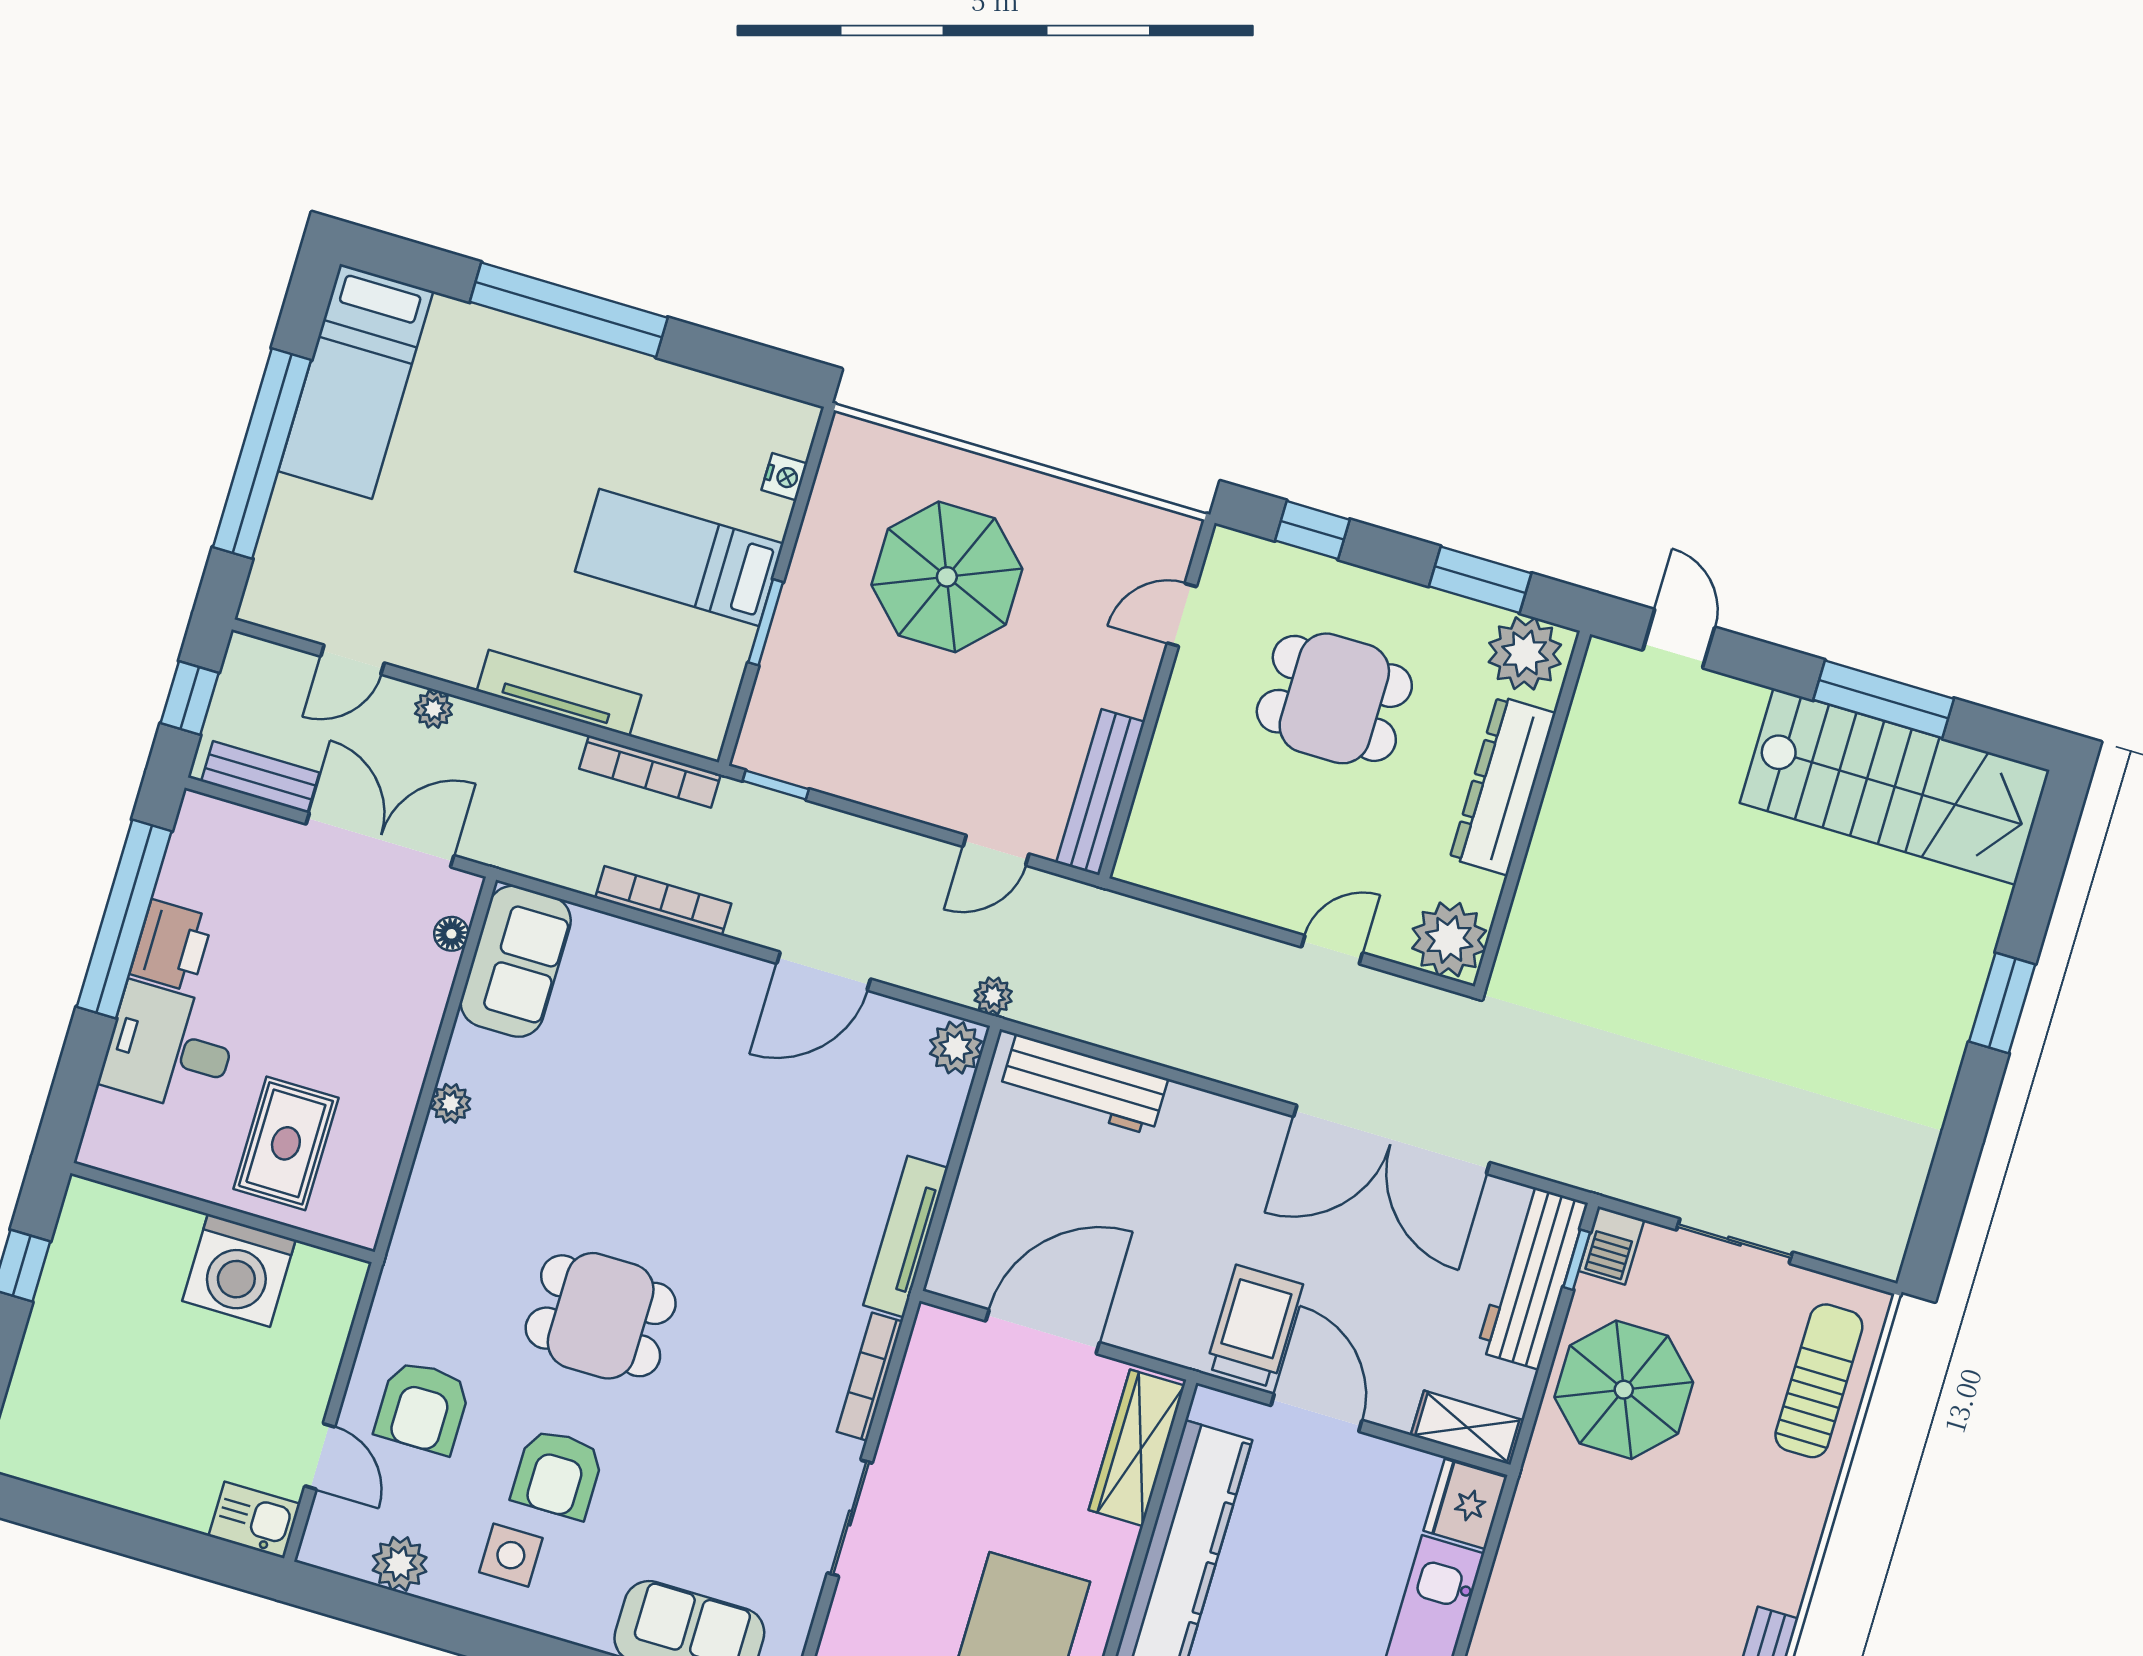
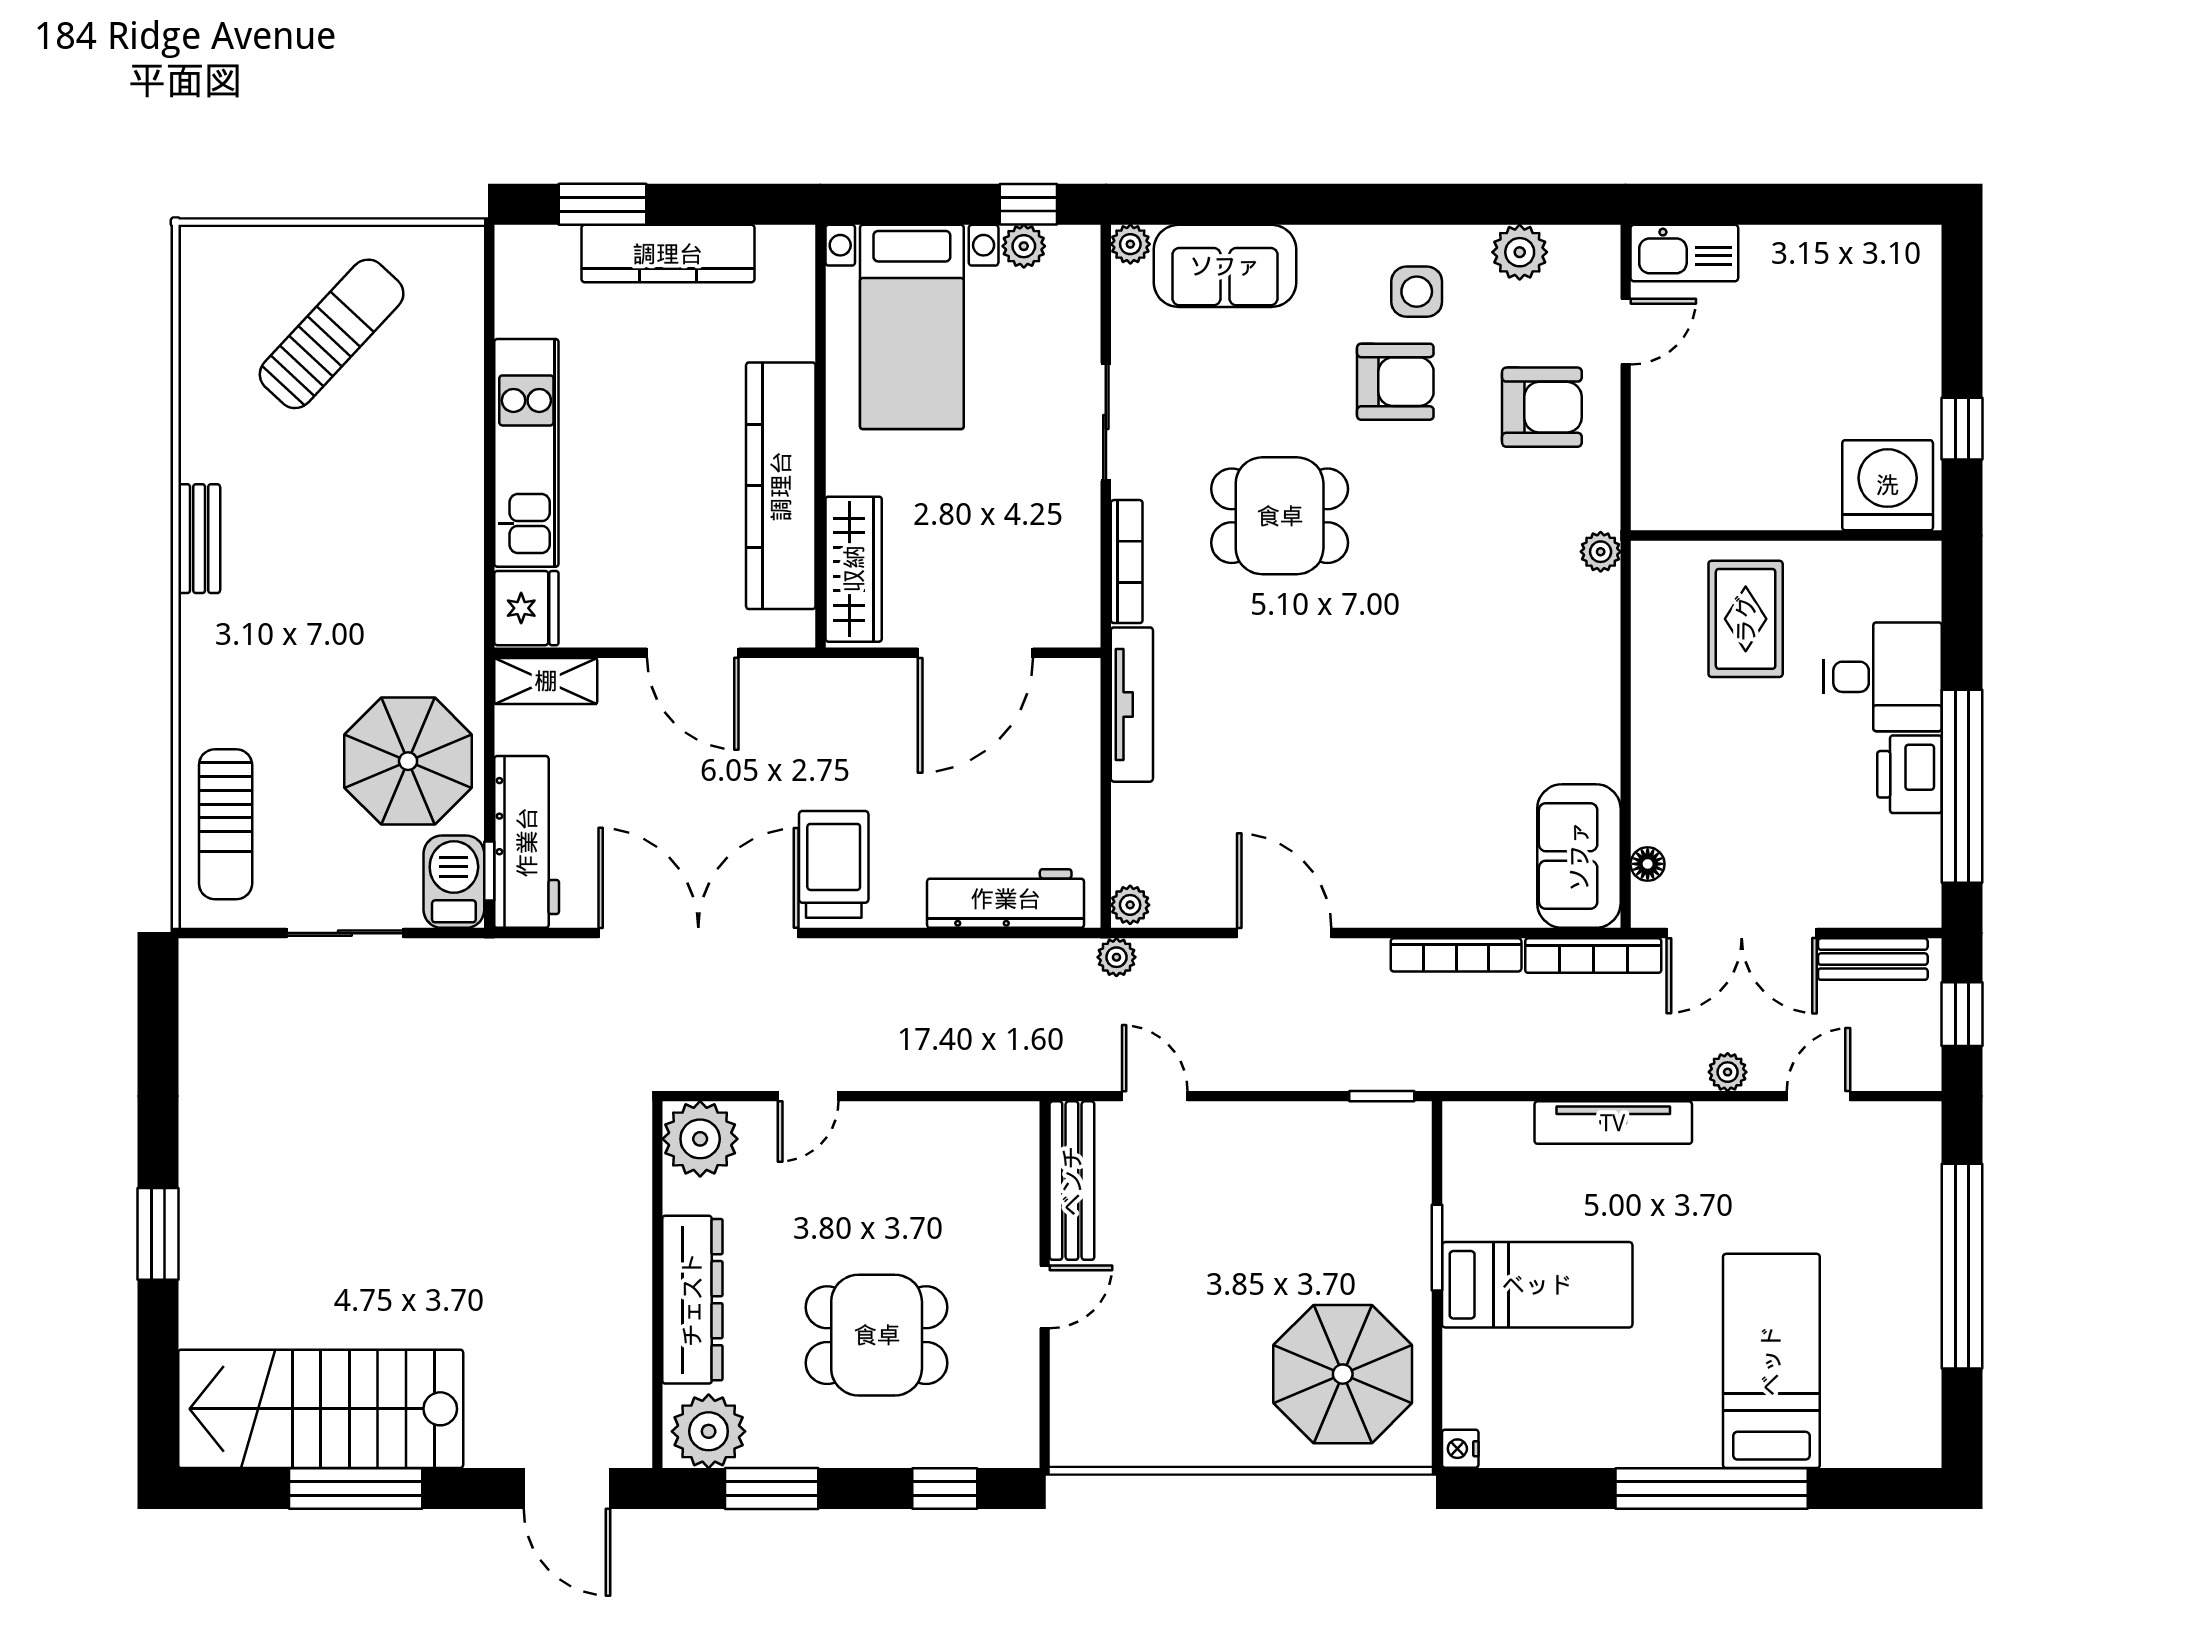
bed: (356, 381) -> (1771, 1361), moved
nightstand: (784, 477) -> (1460, 1449), moved
parasol: (947, 577) -> (1343, 1374), moved
door: (1182, 615) -> (1045, 1297), moved
door: (1679, 639) -> (567, 1489), width x1.38
bookcase: (650, 771) -> (1593, 956), moved, turned 180
door: (996, 850) -> (1155, 1096), hinge flipped
door: (824, 971) -> (1284, 933), hinge flipped
plant: (956, 1048) -> (1130, 905), width x0.73, depth x0.73
plant: (451, 1103) -> (1601, 552), moved
barbecue: (1611, 1245) -> (454, 882), width x1.38, depth x1.27
washing machine: (239, 1270) -> (1888, 485), moved
dining table: (601, 1316) -> (1280, 516), moved
trolley: (1254, 1326) -> (834, 864), moved, turned 180
armchair: (423, 1407) -> (1542, 407), turned 90
door: (320, 1456) -> (1626, 332), swing flipped
armchair: (557, 1474) -> (1395, 382), turned 90
kitchen sink: (254, 1520) -> (1684, 253), width x1.38

